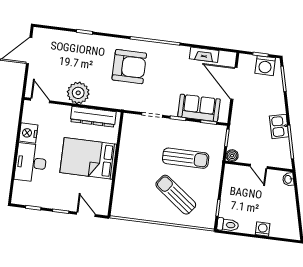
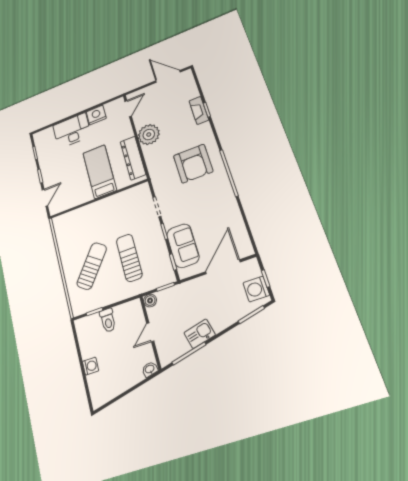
fireplace: (204, 55) -> (199, 110), moved
bed: (88, 158) -> (100, 172), width x0.67
sun lounger: (186, 158) -> (129, 258), turned 180
toilet: (228, 225) -> (108, 320), moved

